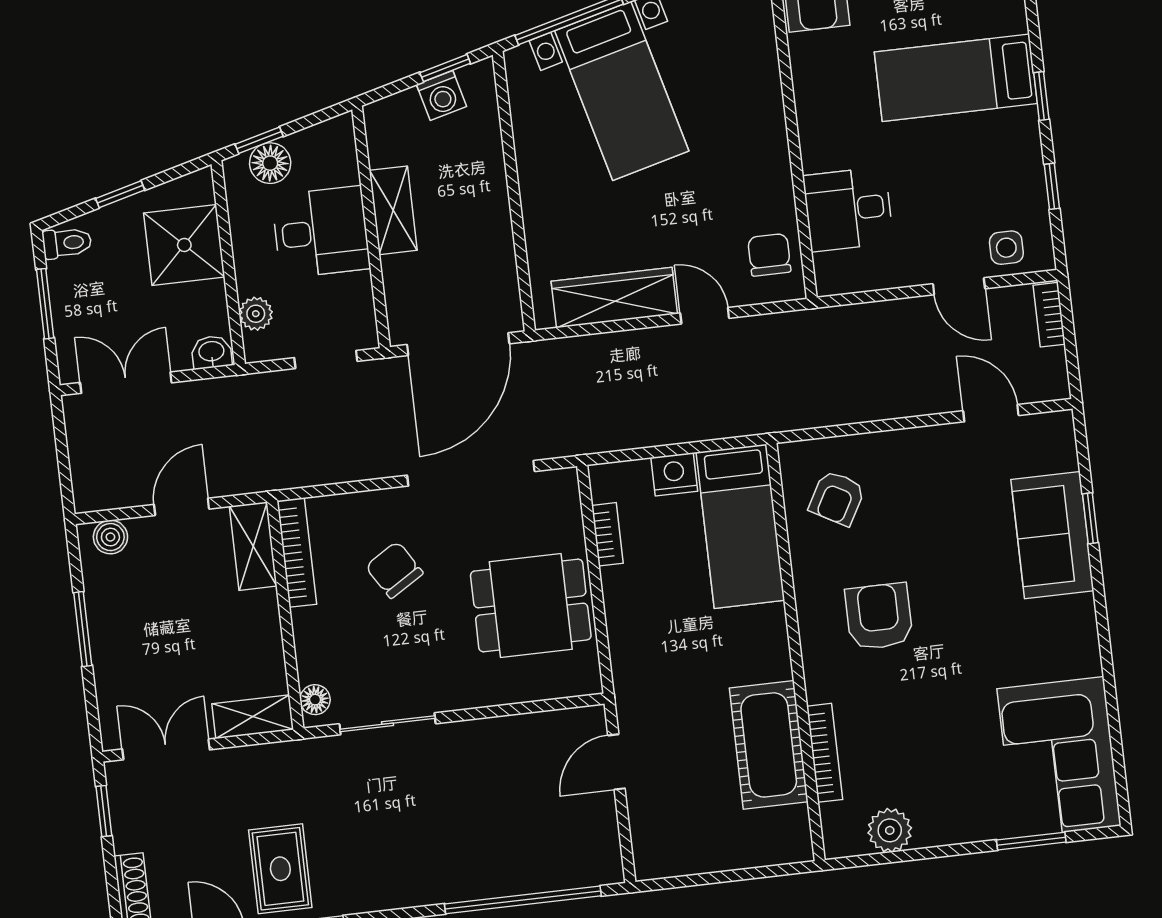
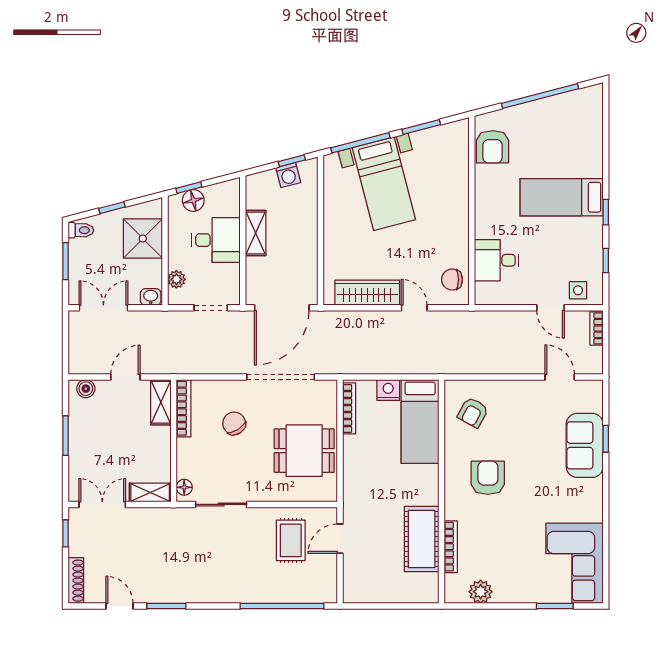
chair: (769, 255) -> (452, 280), turned -90
bookcase: (607, 534) -> (349, 408), width x1.56
rug: (280, 869) -> (291, 540), moved

